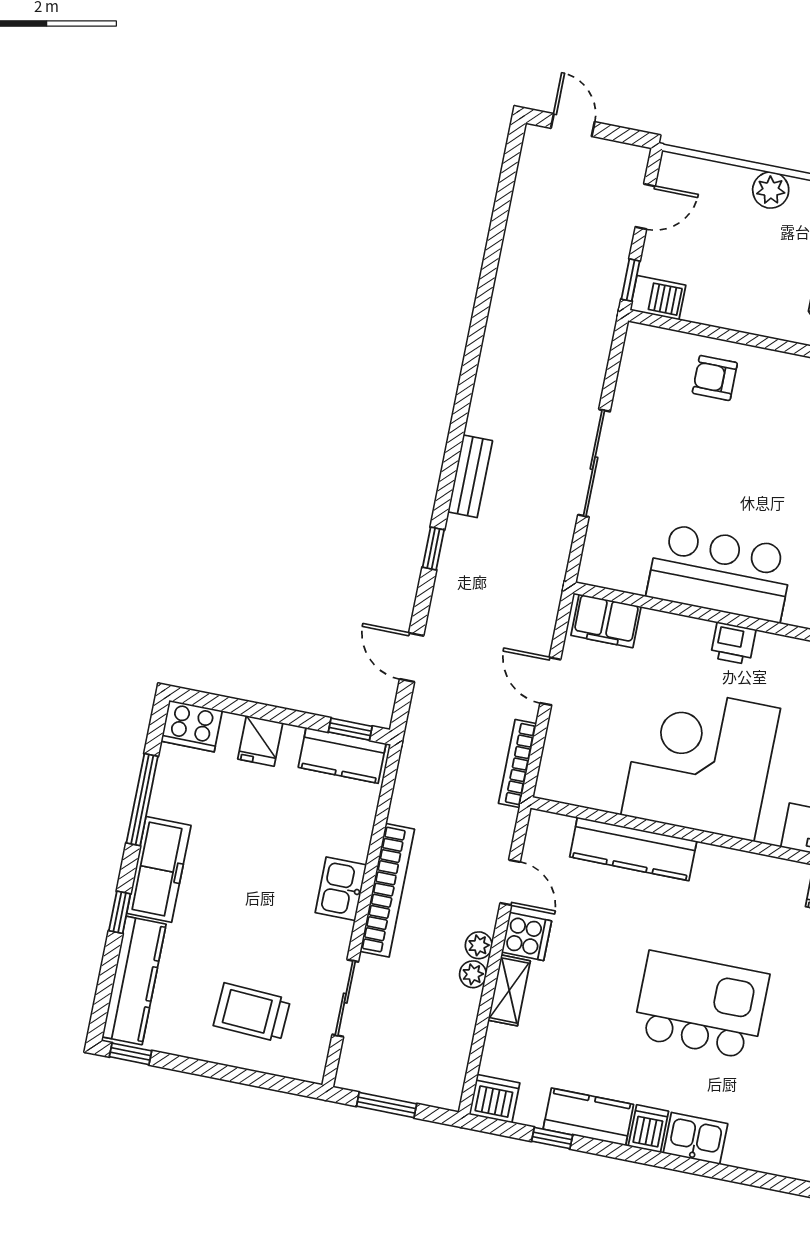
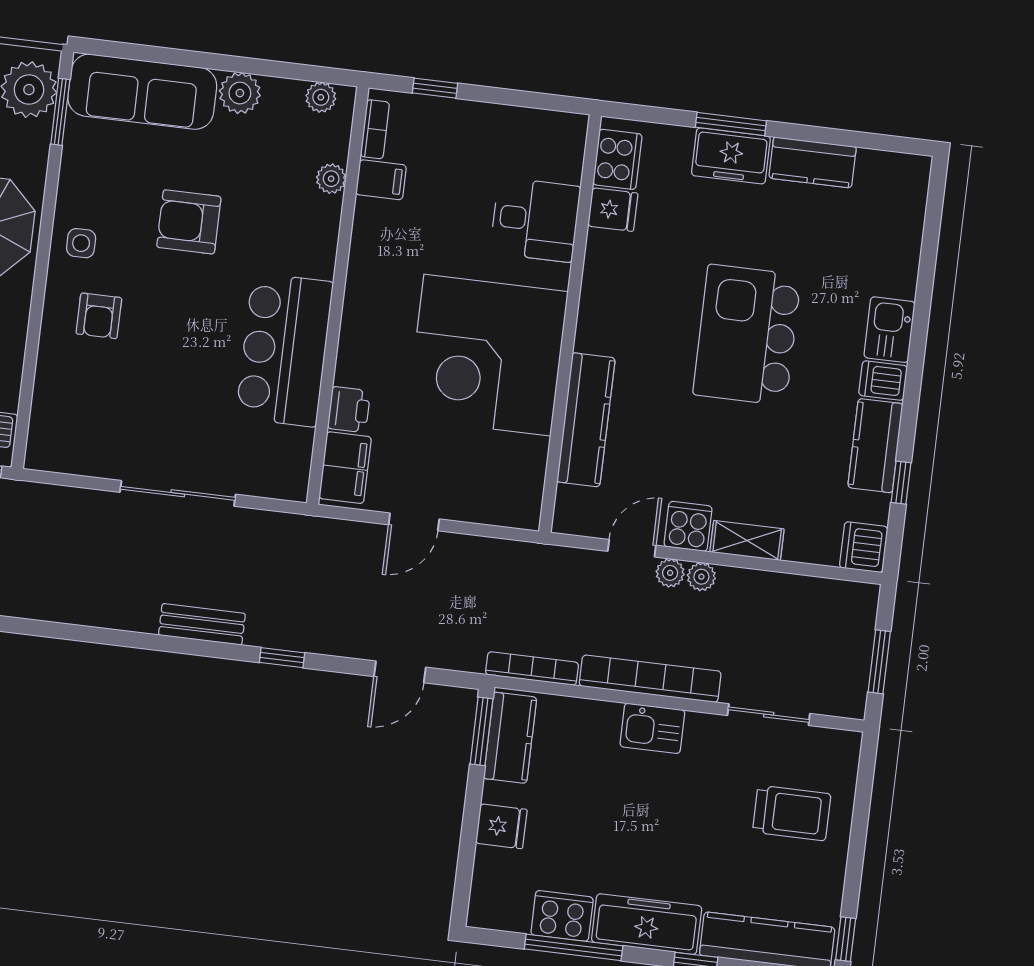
armchair: (715, 378) -> (99, 316), moved
printer: (733, 643) -> (349, 410), moved
cooker: (192, 726) -> (562, 916), moved, turned -90
window: (350, 729) -> (481, 731), width x1.50
bookcase: (517, 763) -> (532, 669), moved, turned 180
plant: (473, 974) -> (670, 573), moved
trolley: (252, 1013) -> (792, 813), turned -93

